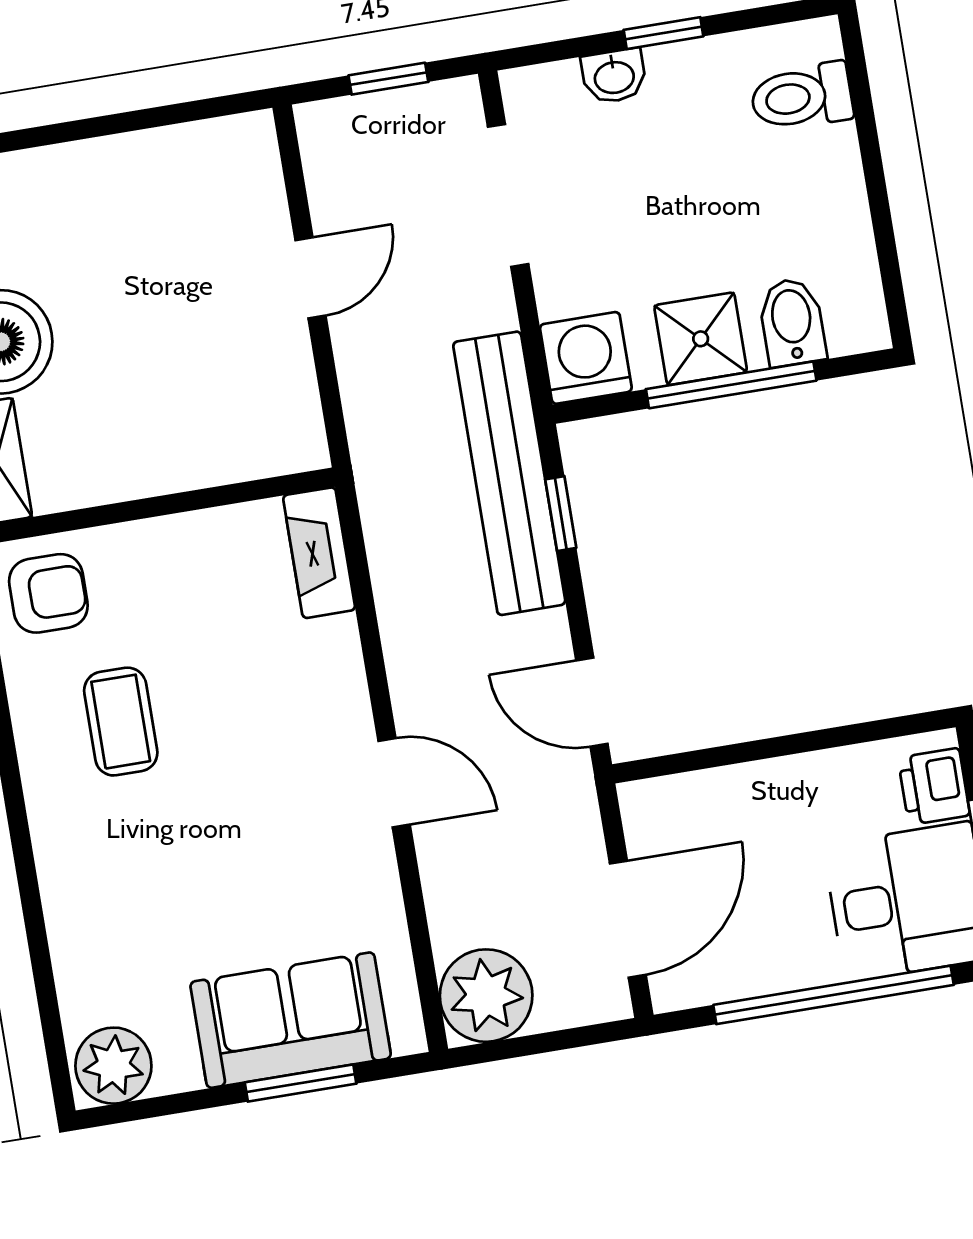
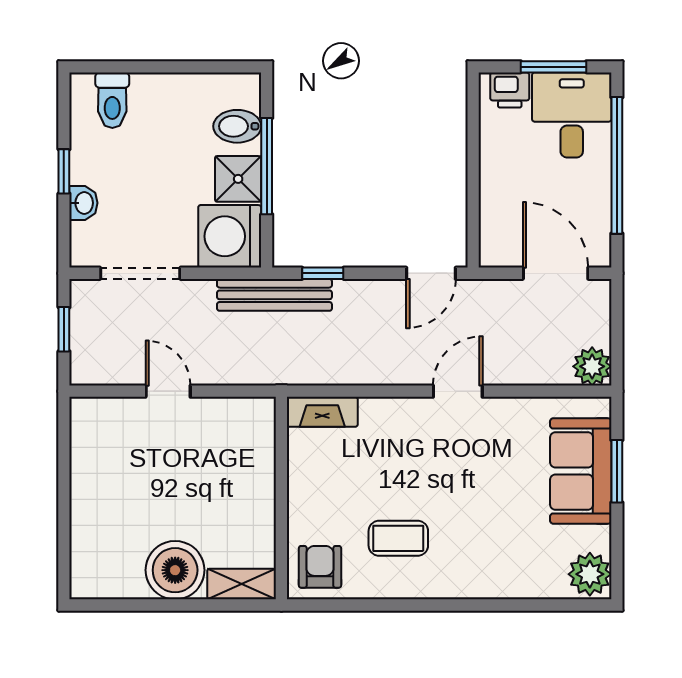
washing machine: (586, 358) -> (230, 236), width x1.37, depth x1.37
bench: (509, 473) -> (274, 295), width x0.73, depth x0.82
plant: (486, 996) -> (592, 366), width x0.73, depth x0.73

